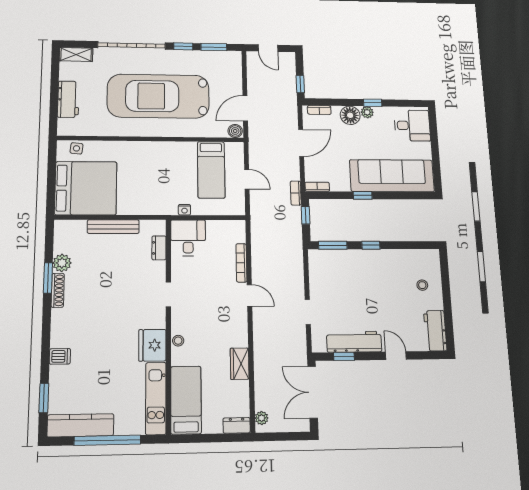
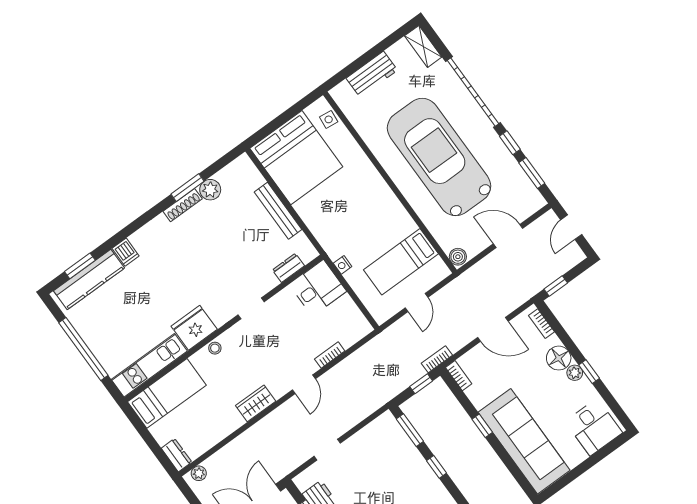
door: (245, 108) -> (508, 236), moved
bookcase: (241, 263) -> (330, 355), width x0.64
wardrobe: (240, 364) -> (256, 403), moved
kitchen counter: (80, 425) -> (89, 279), moved, turned 90

